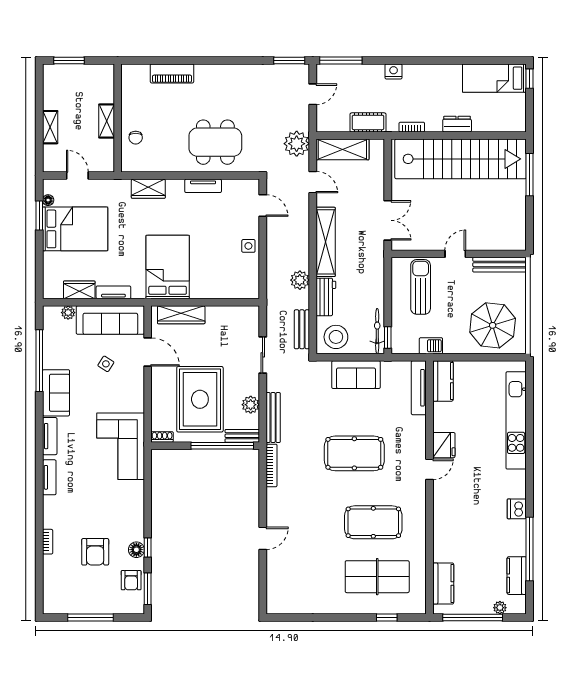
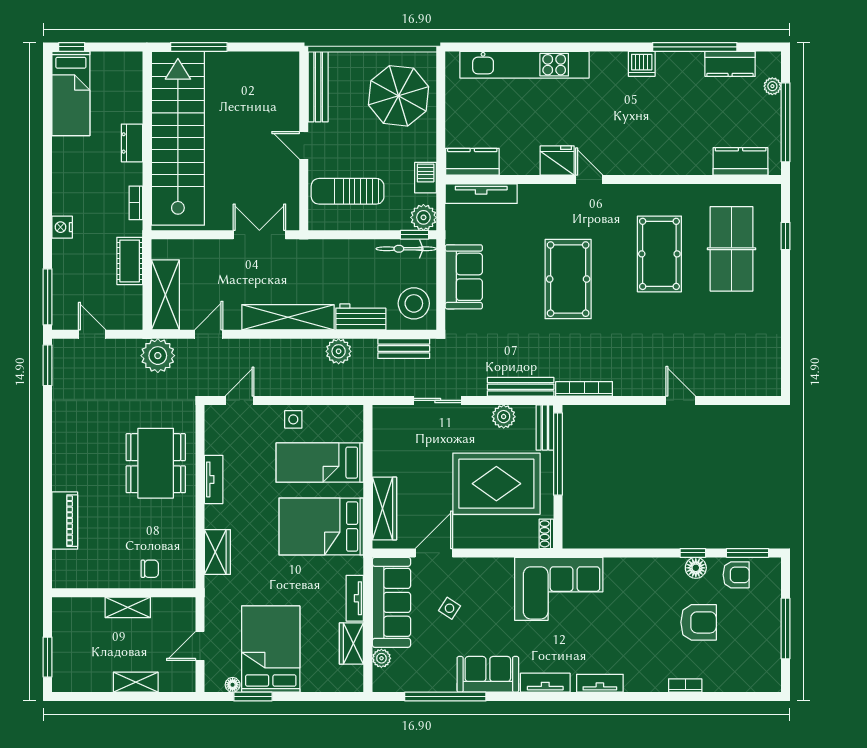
bed: (216, 266) -> (320, 463), added
plant: (401, 344) -> (423, 217), added

